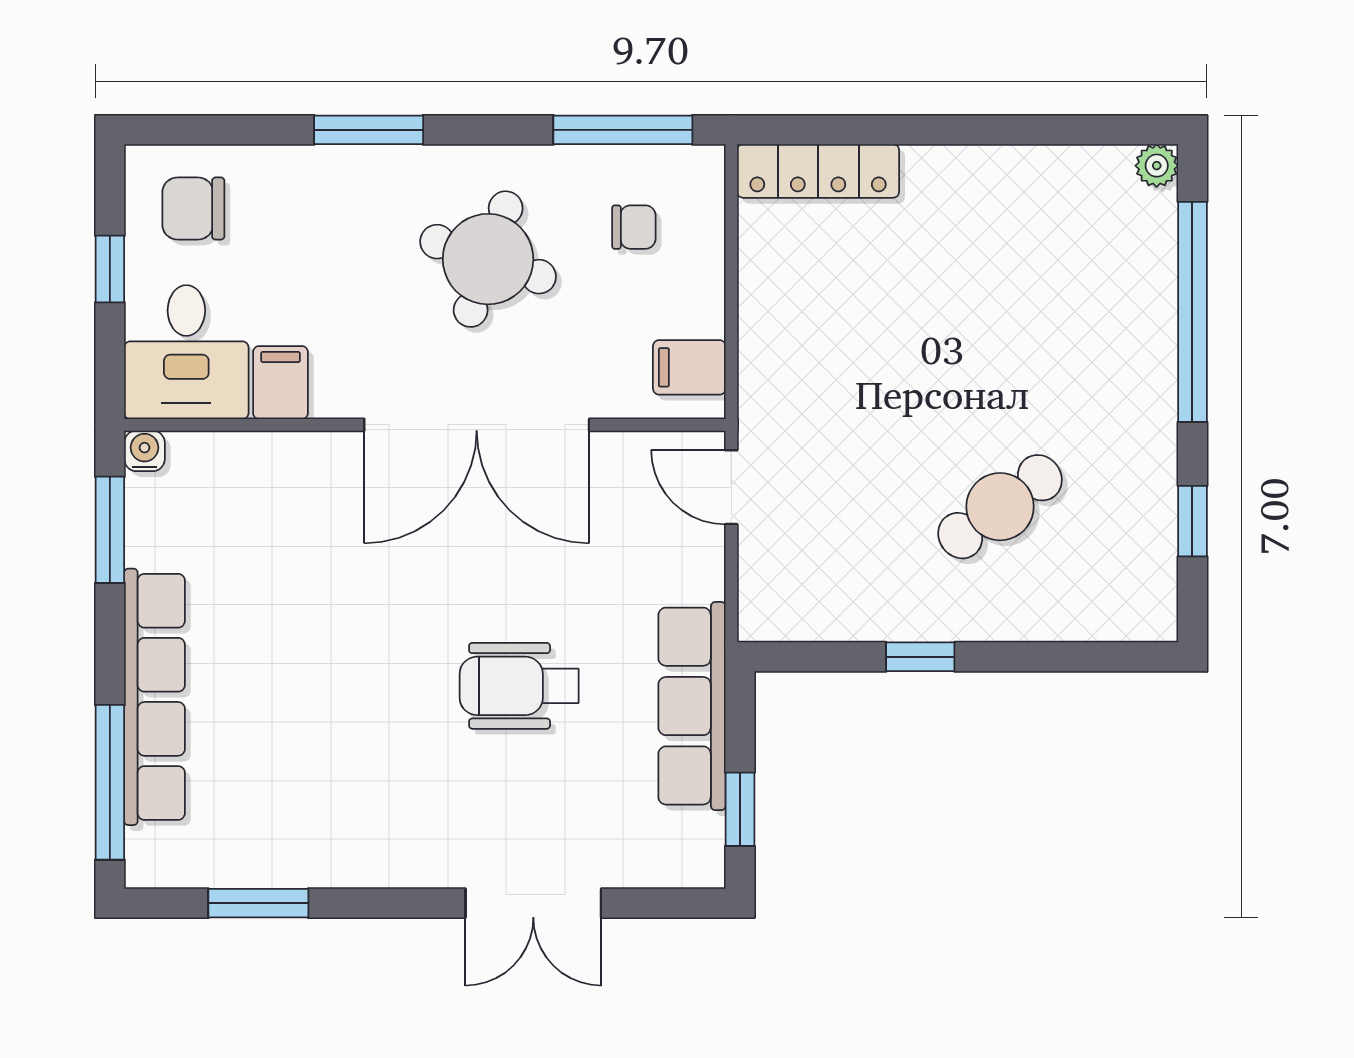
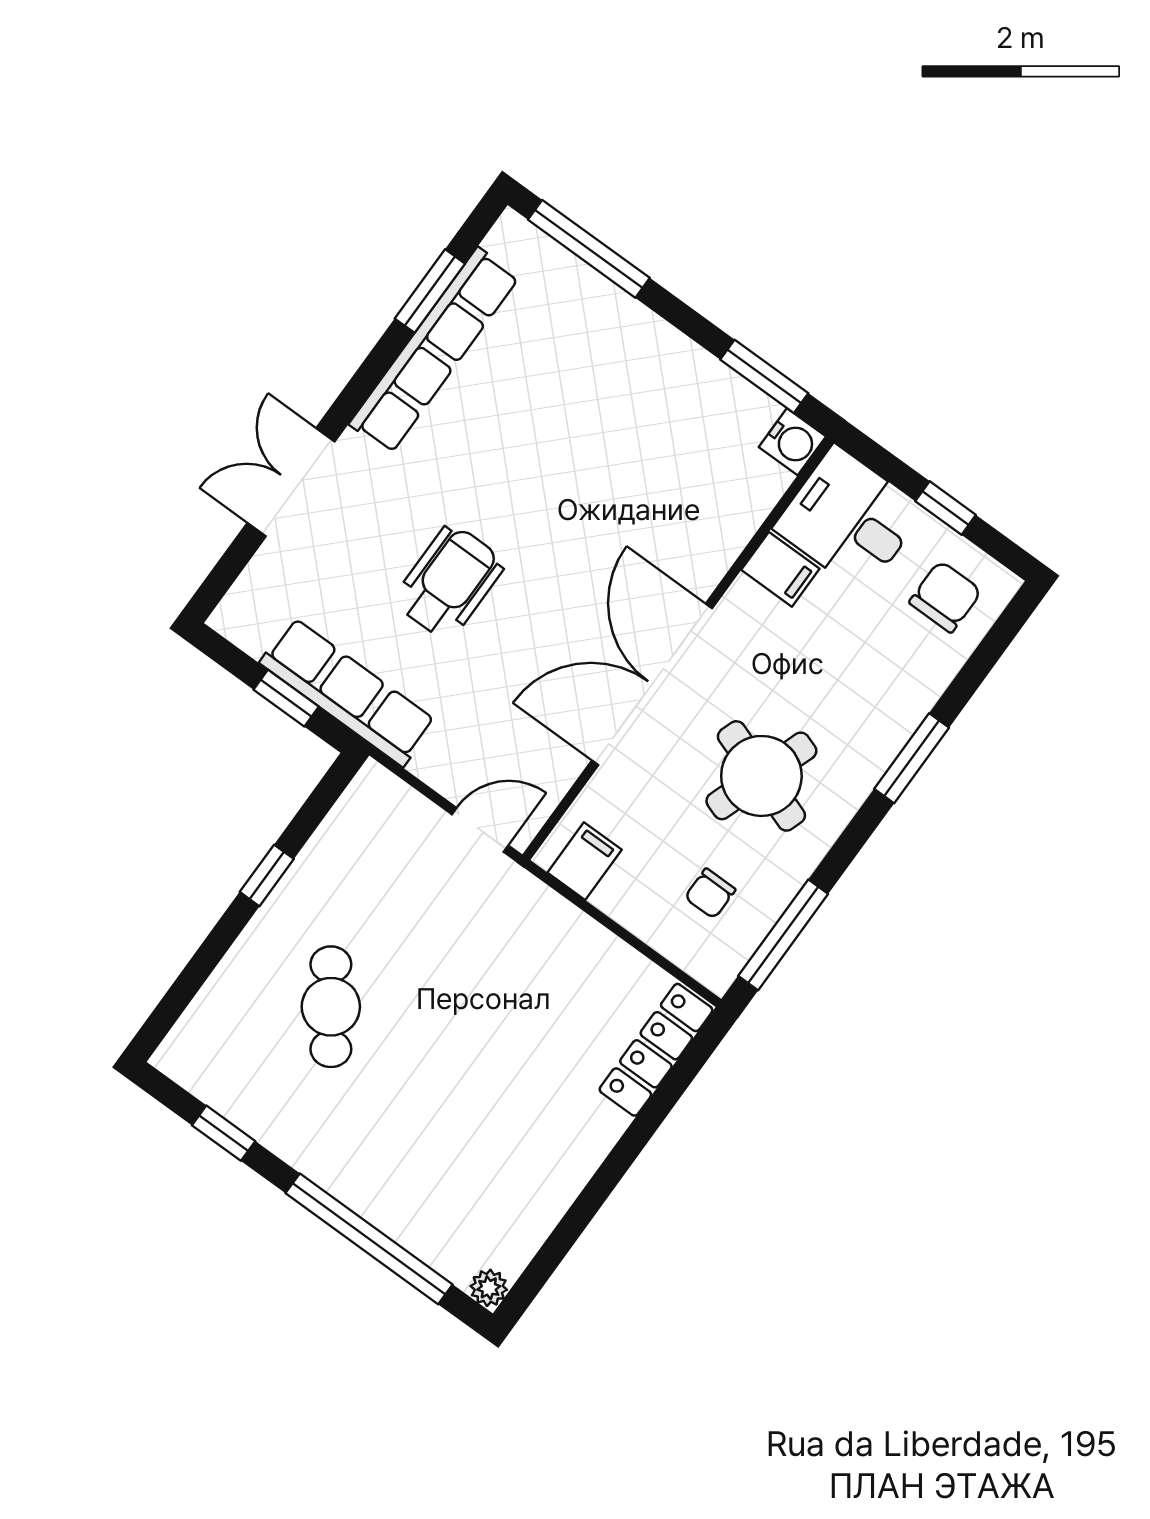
water cooler: (145, 451) -> (792, 442), width x1.38, depth x1.38
row of seats: (155, 697) -> (434, 351), moved, turned -90
window: (740, 809) -> (286, 698), moved

